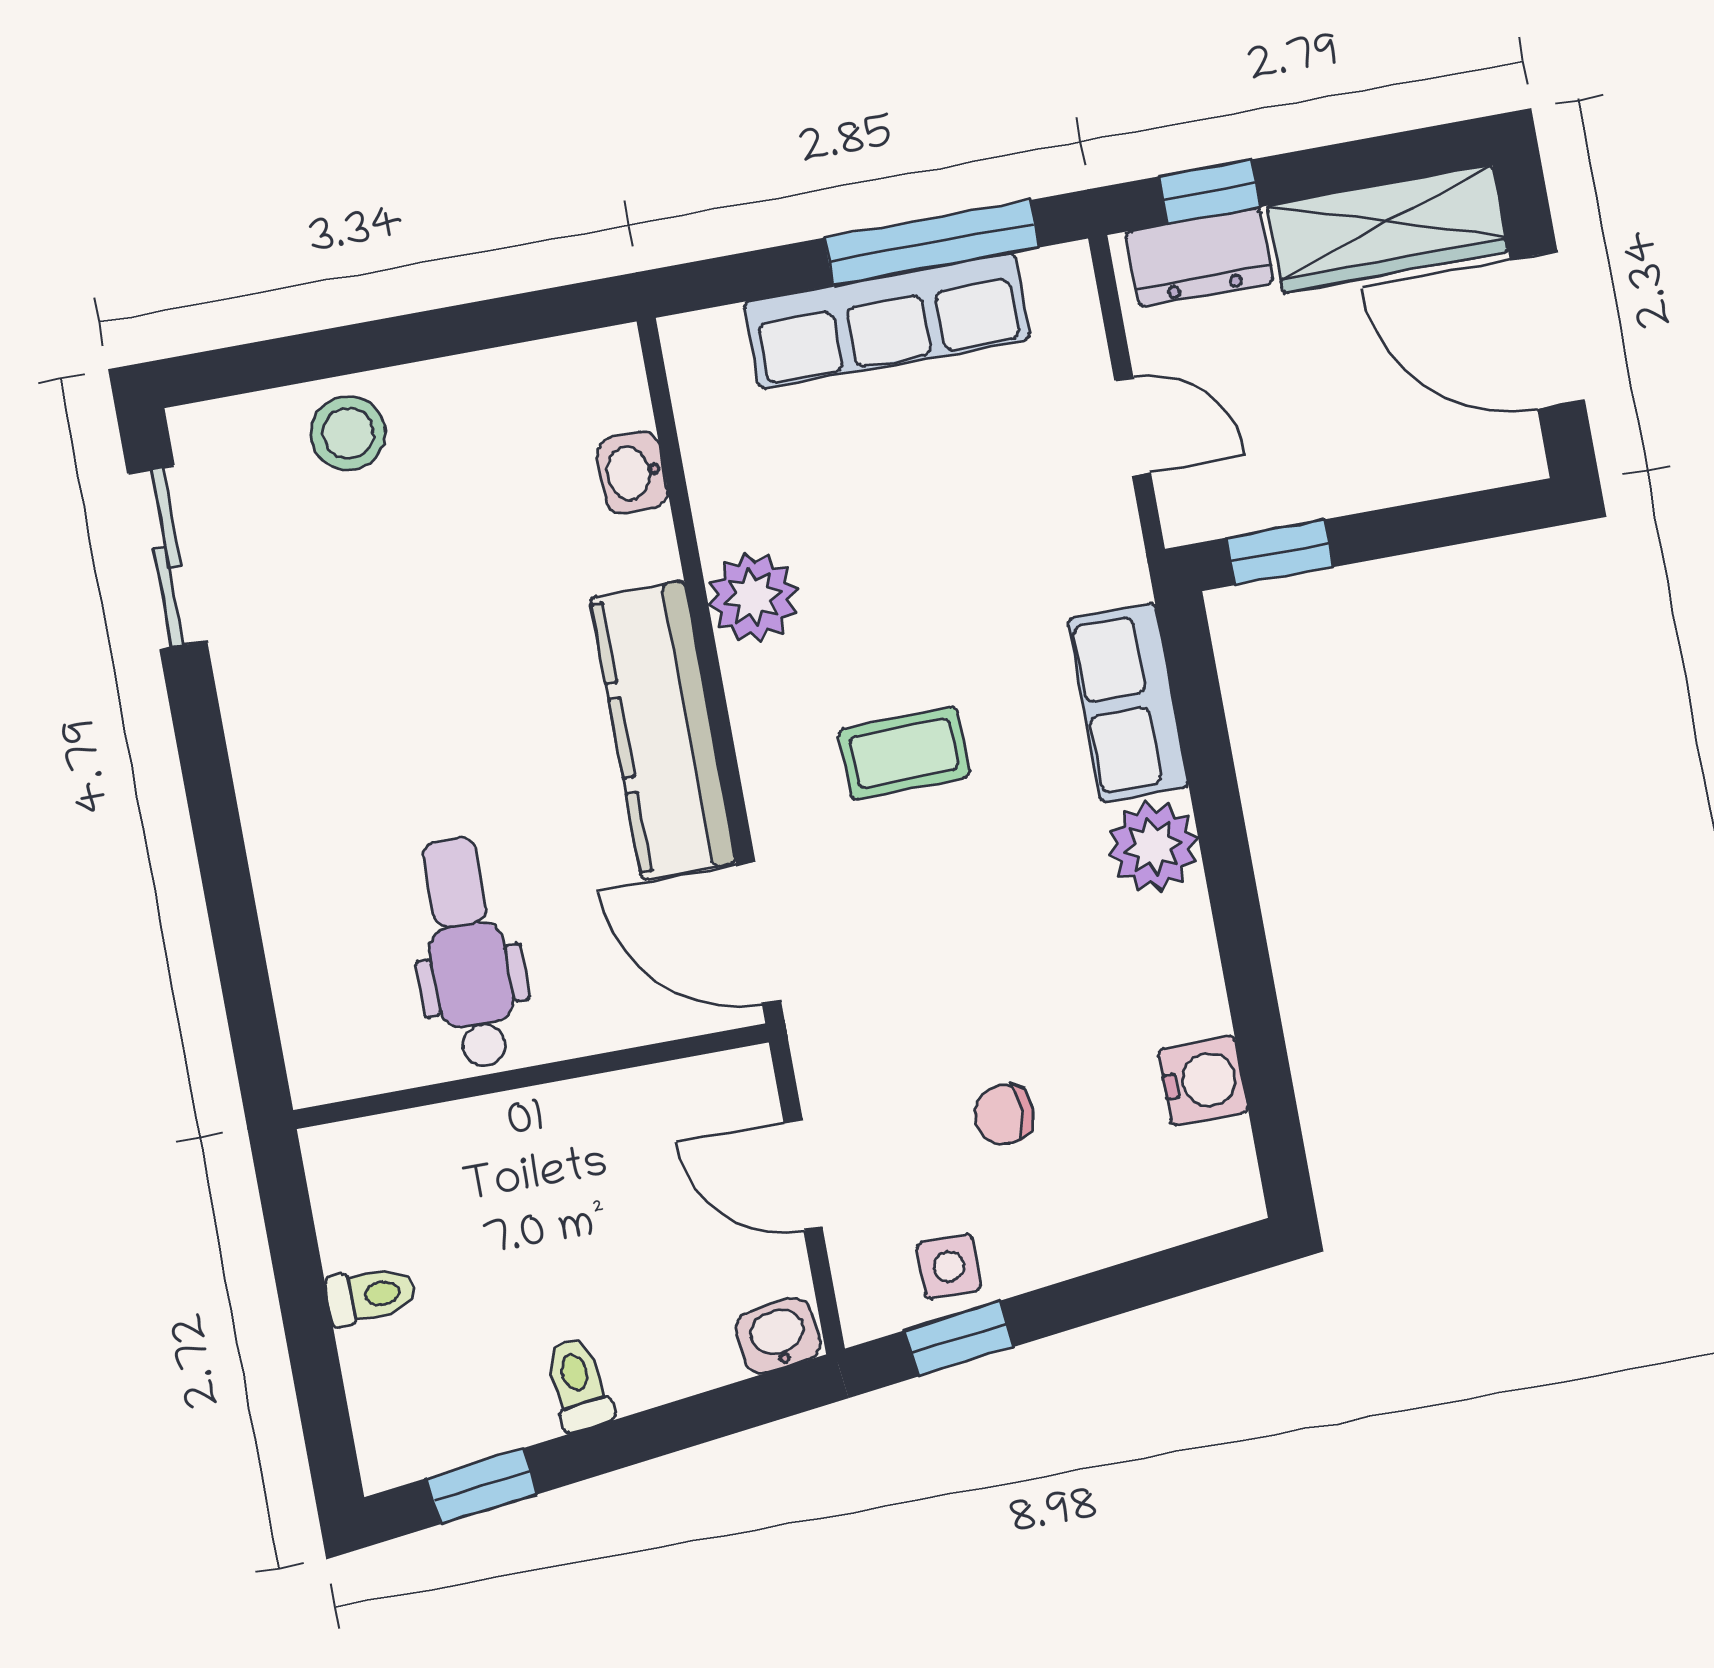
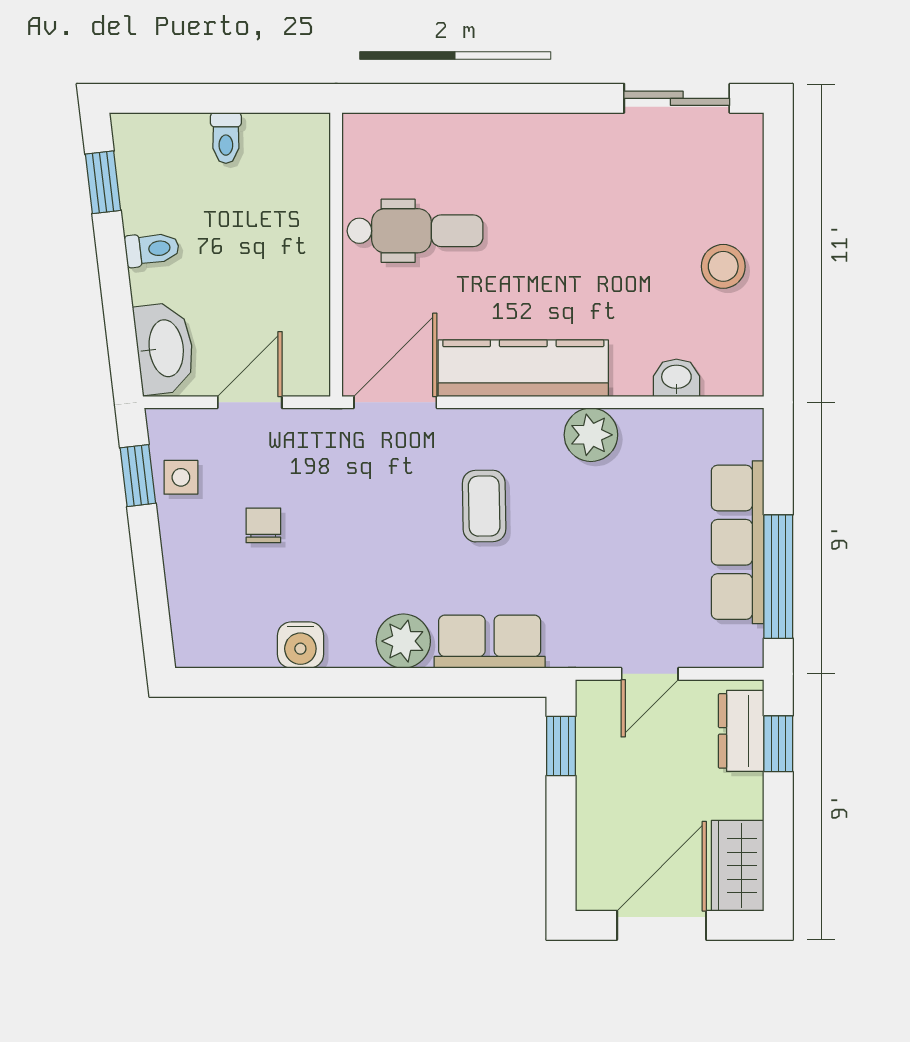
wardrobe: (1387, 229) -> (738, 866), width x0.67
stool: (348, 433) -> (723, 266), moved
water cooler: (1203, 1081) -> (300, 645), moved
washbasin: (778, 1336) -> (165, 348), width x1.91, depth x1.45

